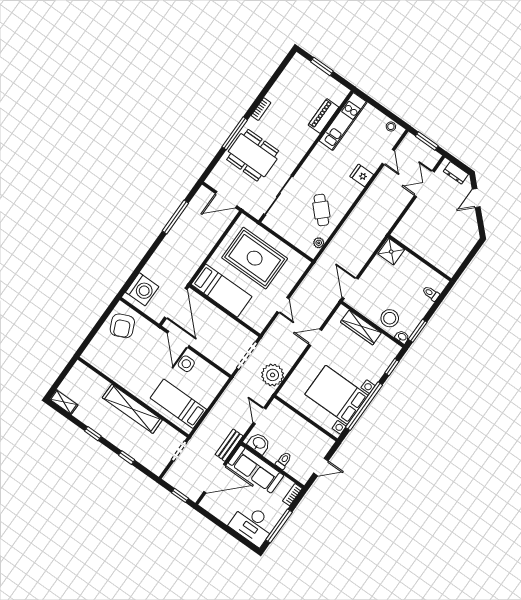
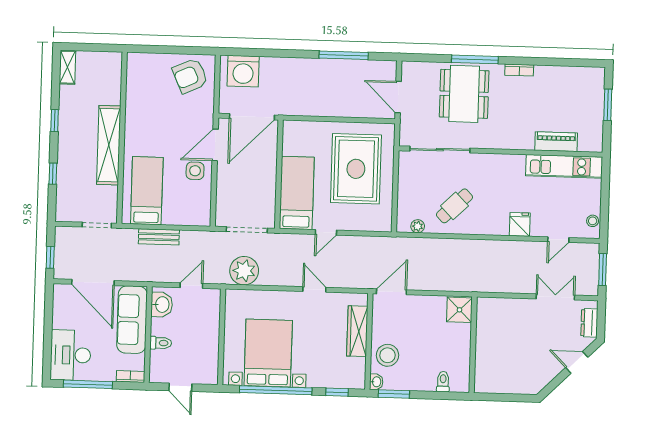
bed: (222, 291) -> (297, 193), moved, turned 180
bench: (229, 445) -> (159, 237), moved

